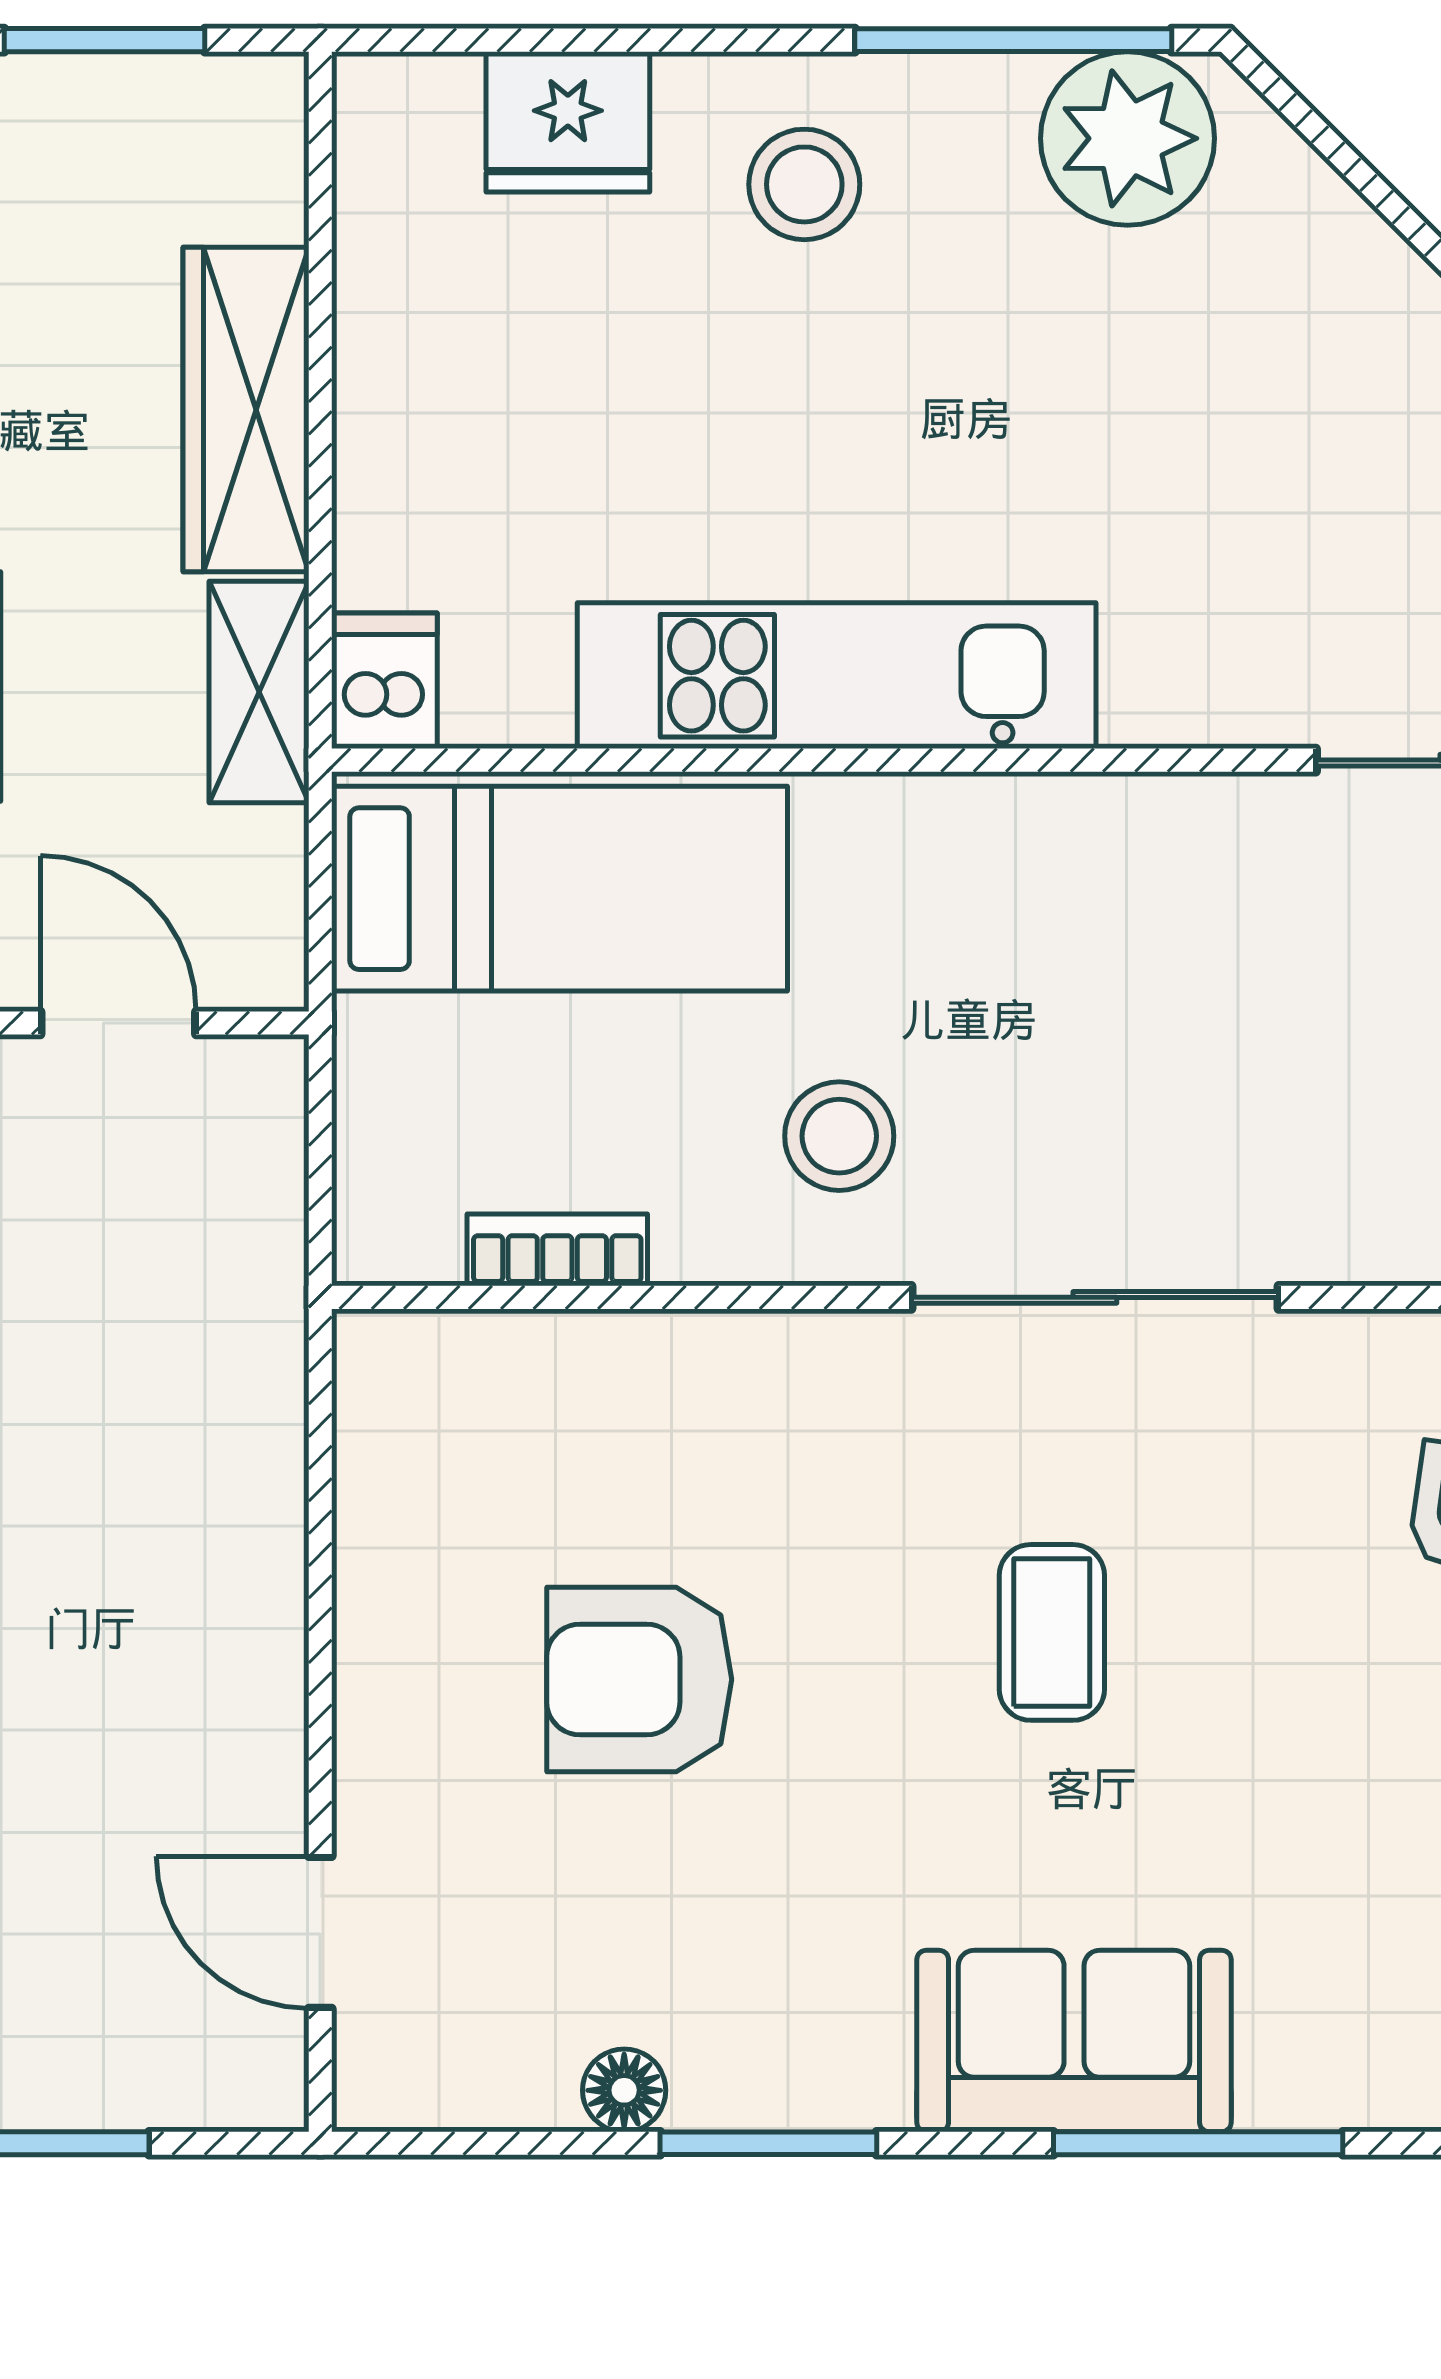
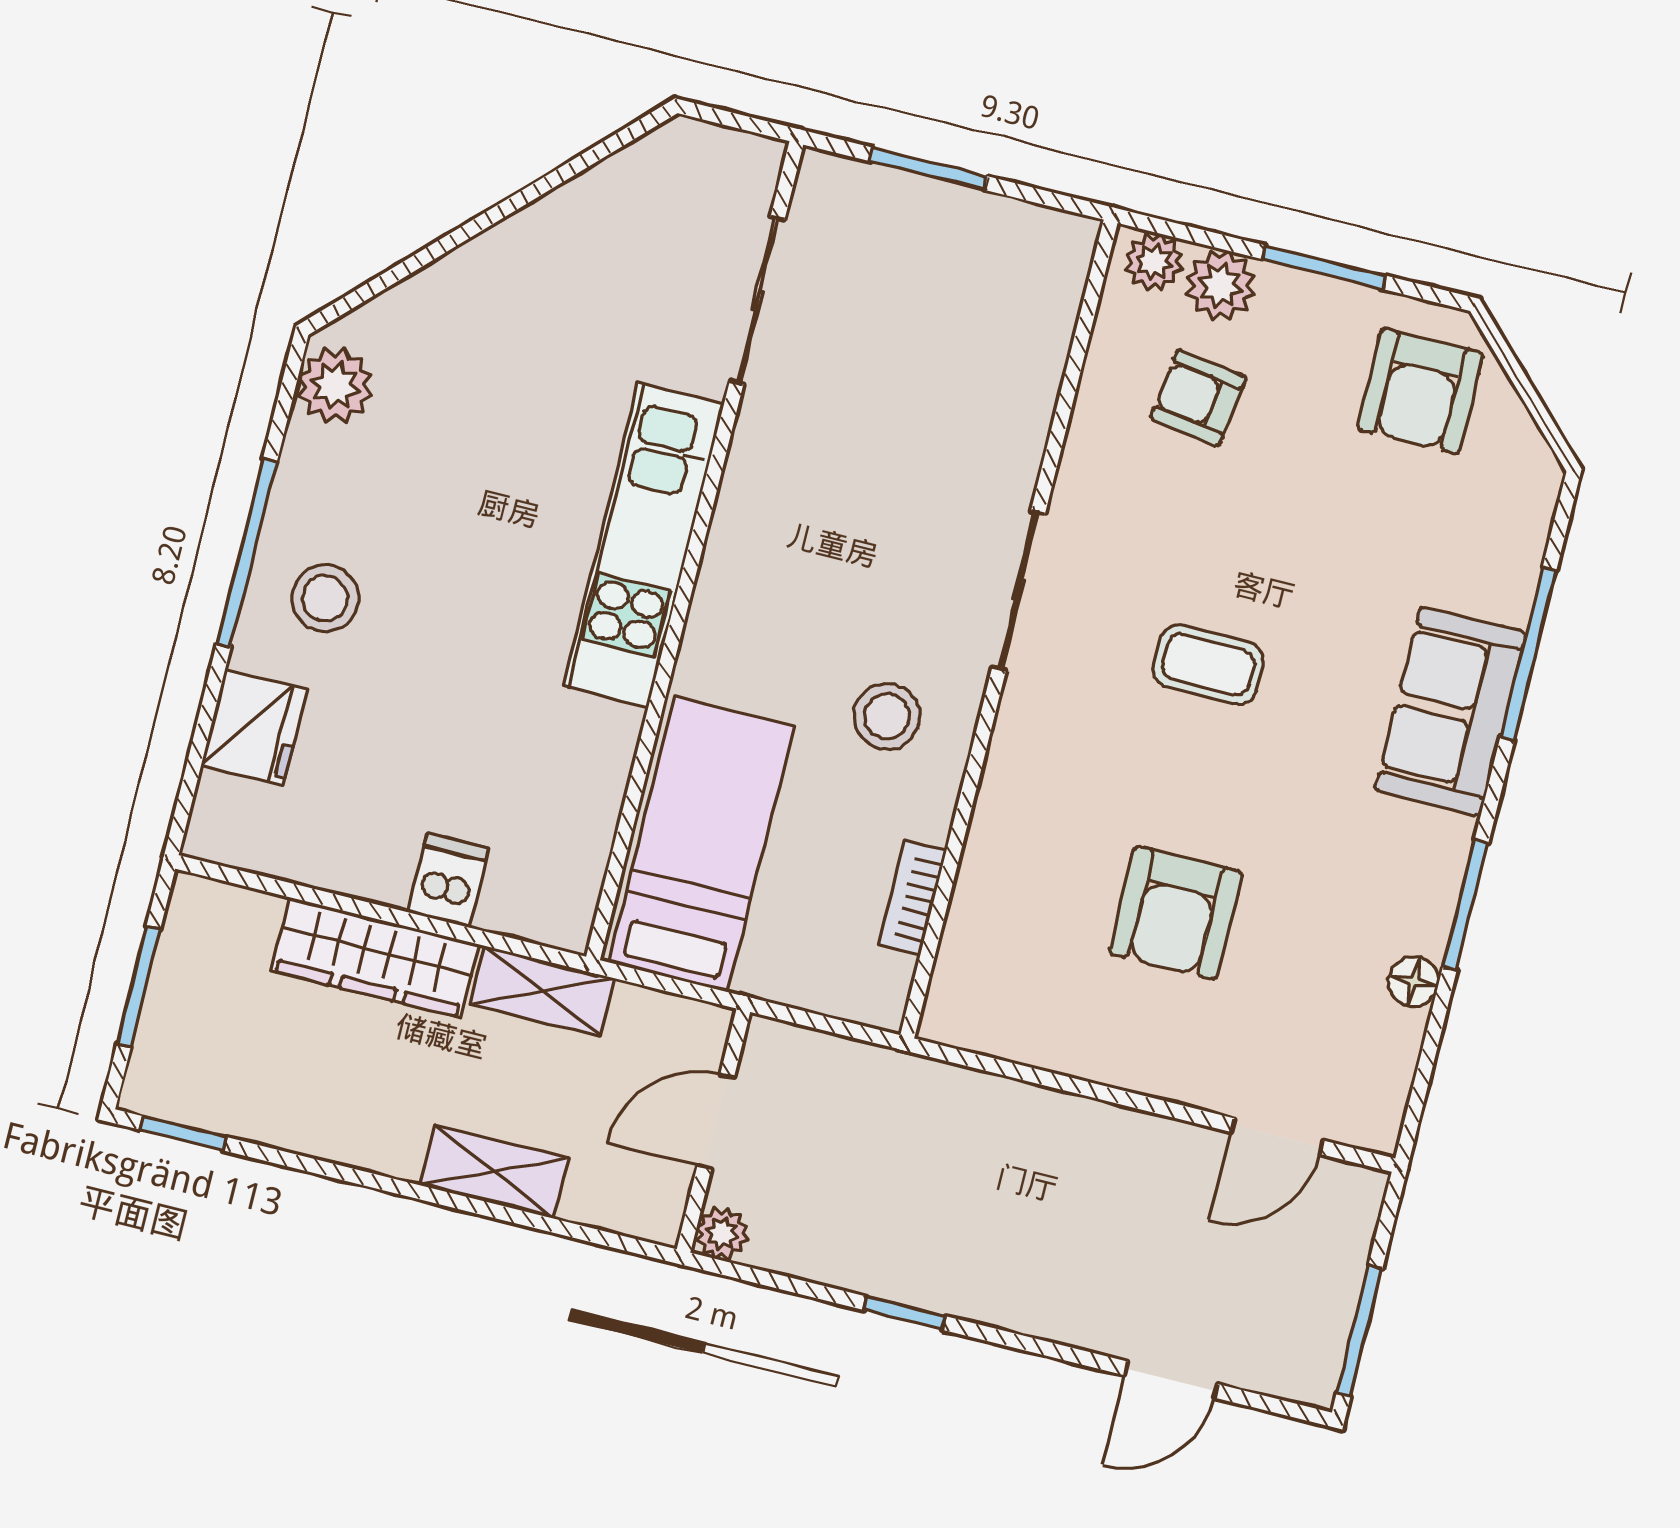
window: (1013, 40) -> (247, 553), moved
plant: (1127, 138) -> (335, 385), width x0.73, depth x0.73
kitchen unit: (837, 676) -> (644, 545), moved
dishwasher: (384, 681) -> (448, 880), moved, turned 90
sliding door: (1095, 1297) -> (1019, 590), width x0.73

